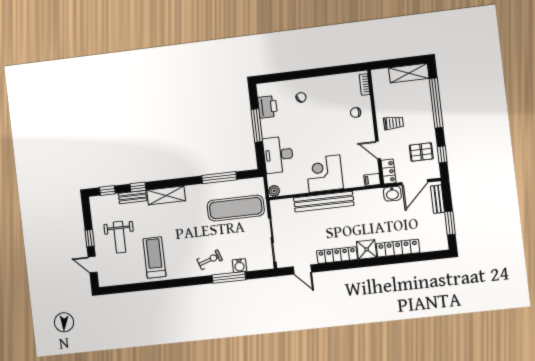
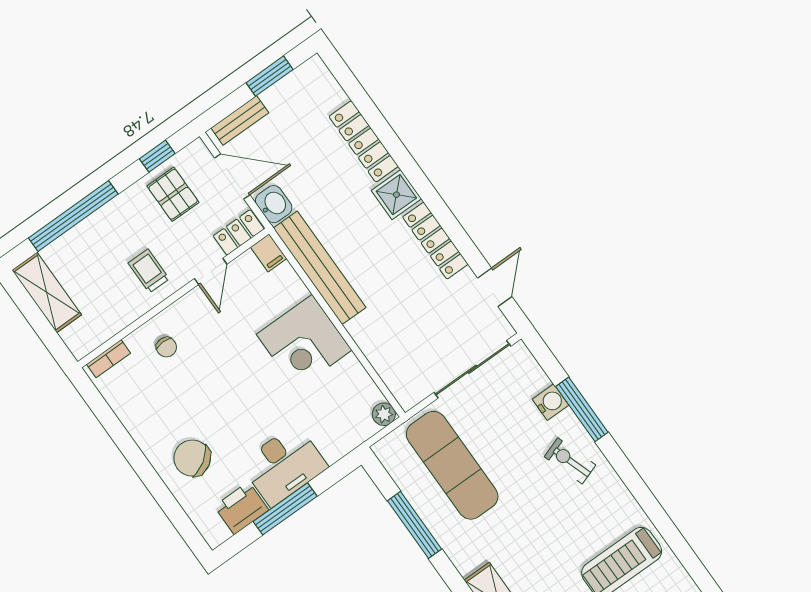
chair: (301, 97) -> (192, 458), width x1.87, depth x1.87
desk: (278, 155) -> (284, 465), moved
bench: (324, 202) -> (320, 268), moved

